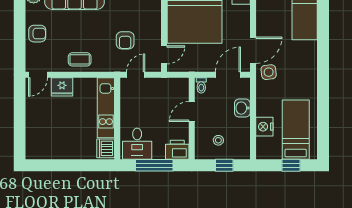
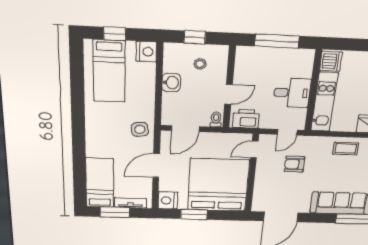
armchair: (125, 40) -> (295, 164), turned -90
door: (253, 50) -> (156, 166), moved
washbasin: (242, 108) -> (171, 83), moved
nightstand: (264, 127) -> (146, 52), moved
desk: (137, 144) -> (292, 93), moved, turned 90
printer: (177, 150) -> (246, 119), moved, turned 180

